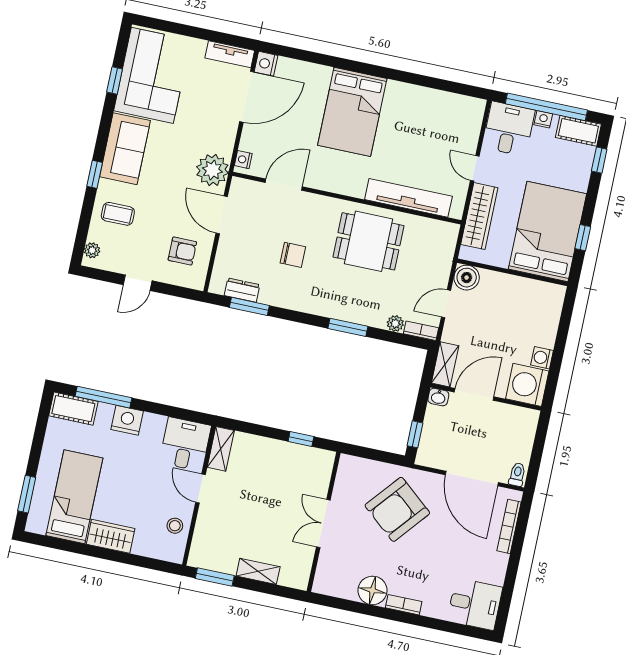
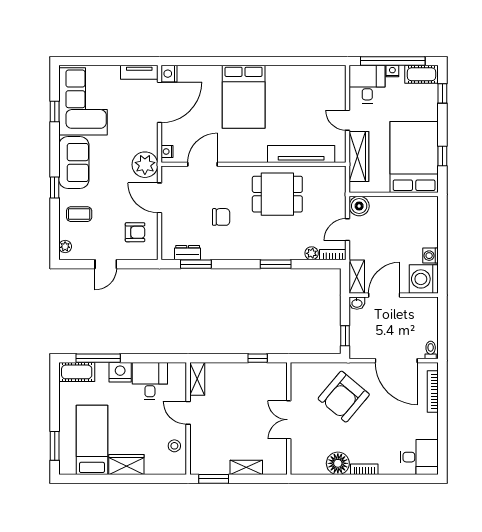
desk: (185, 444) -> (150, 381), moved

